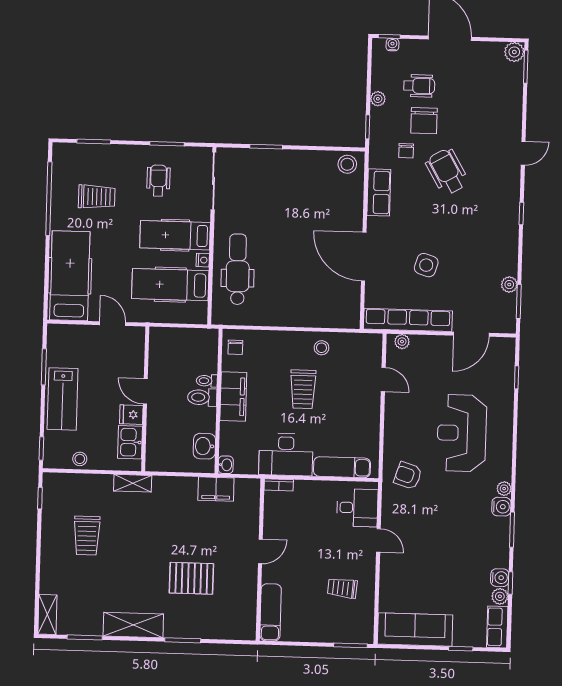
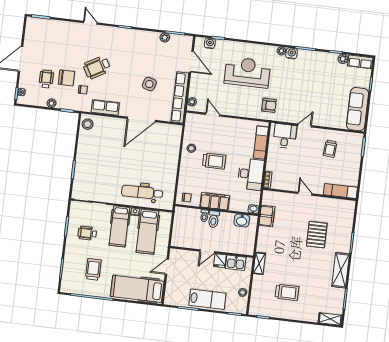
plant: (514, 52) -> (32, 23), removed
door: (383, 380) -> (213, 115), hinge flipped
reception desk: (462, 433) -> (247, 72), turned 180
armchair: (408, 476) -> (269, 105), turned -108
water cooler: (500, 578) -> (210, 43), moved

